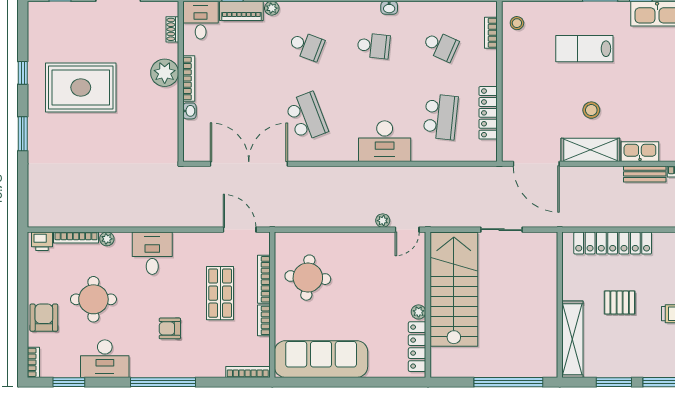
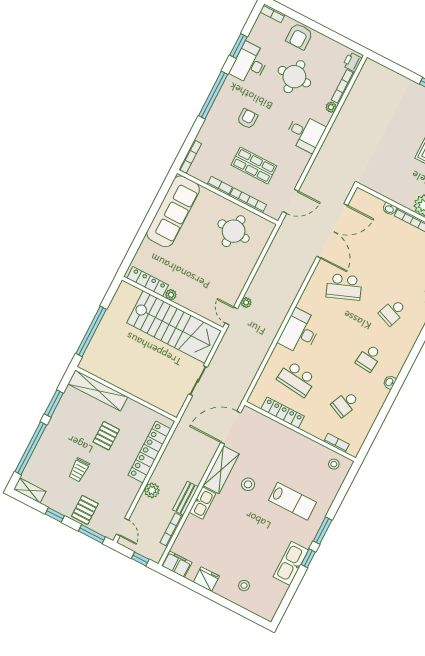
lab bench: (584, 49) -> (293, 501), turned 90
plant: (656, 217) -> (152, 490), added
armchair: (44, 318) -> (299, 36), turned 90
window: (69, 382) -> (238, 46), moved

